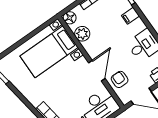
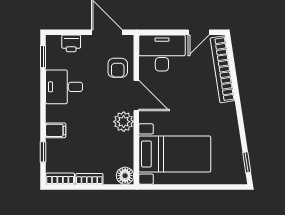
plant: (82, 34) -> (124, 122), moved
door: (97, 71) -> (136, 96), swing flipped

